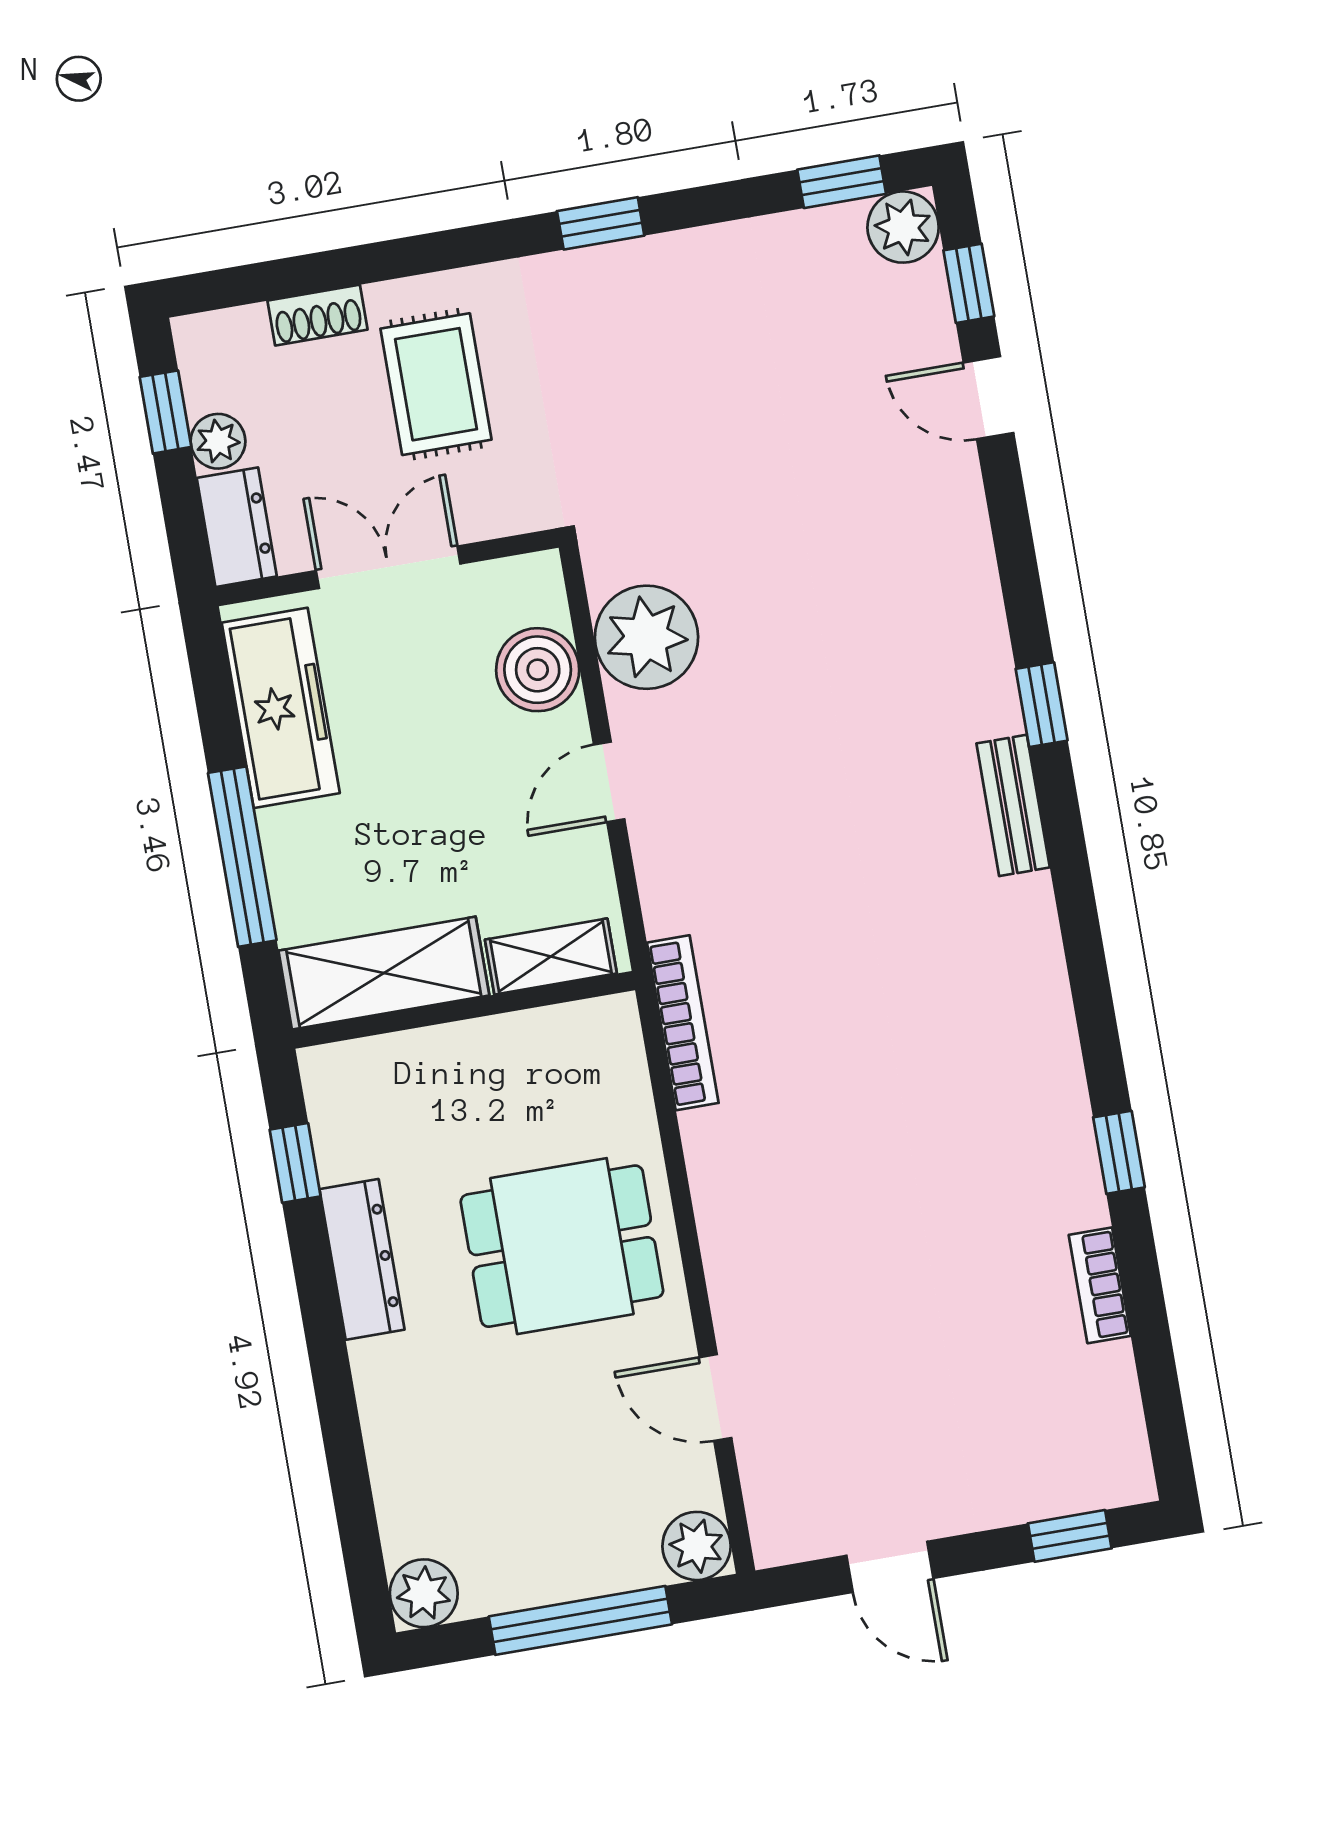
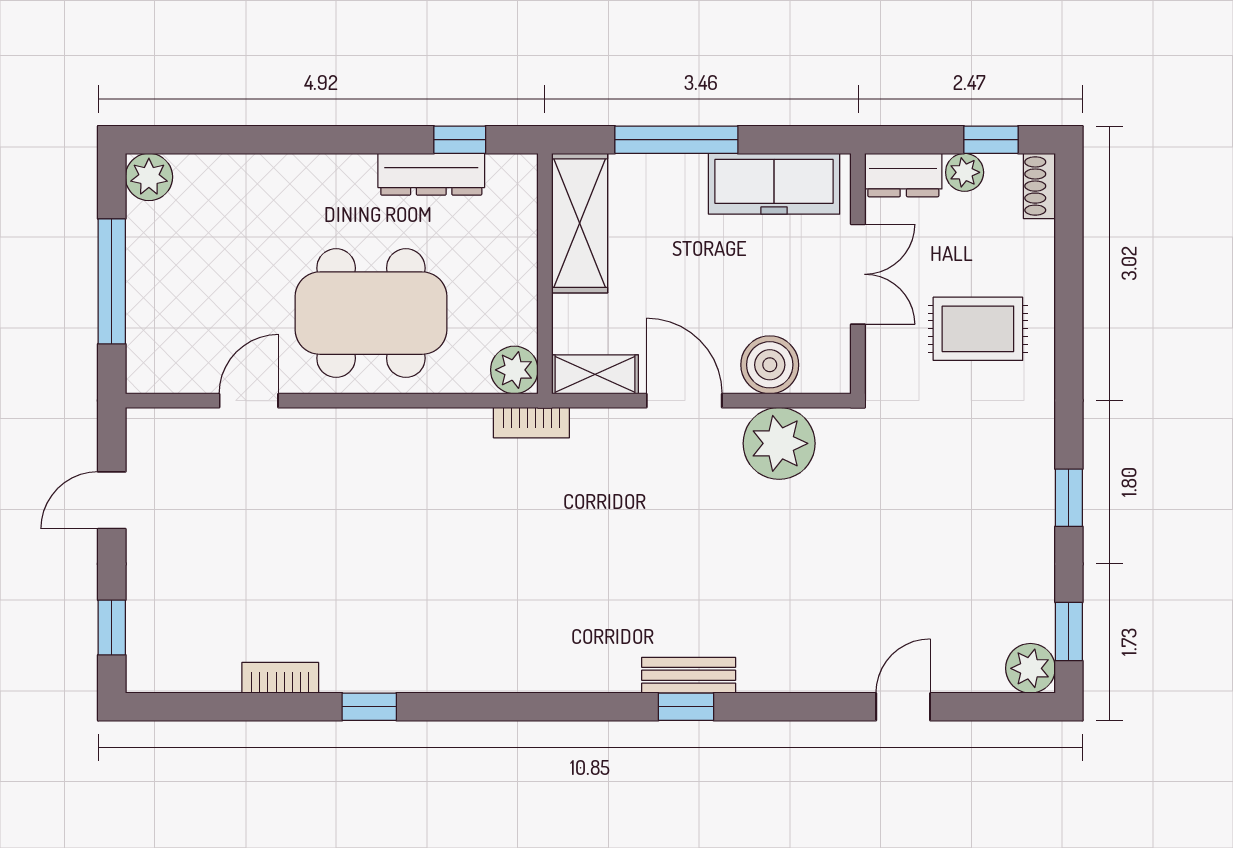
window: (601, 223) -> (1069, 498), moved
window: (969, 283) -> (984, 707), removed
shoe rack: (317, 315) -> (1039, 186), moved
door: (609, 782) -> (684, 401), width x1.38
bench: (1013, 805) -> (689, 675), moved
shelving: (551, 956) -> (595, 374), moved, turned 90
bookcase: (683, 1023) -> (531, 423), width x0.64
dining table: (562, 1246) -> (371, 313), width x1.38
dresser: (362, 1259) -> (431, 174), moved
plant: (697, 1546) -> (514, 370), moved

